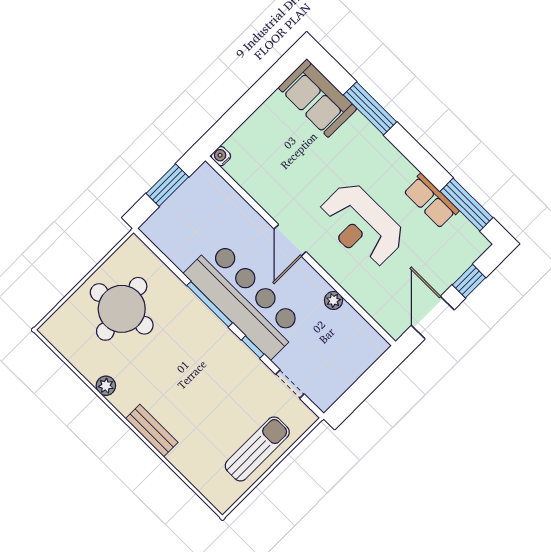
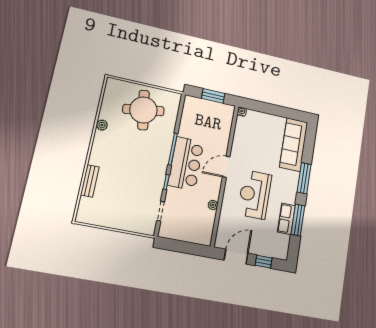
sofa: (317, 98) -> (294, 145), width x1.36
window: (370, 108) -> (304, 178), moved
window: (466, 205) -> (298, 220), moved
bar counter: (244, 299) -> (186, 164), width x0.73
bench: (152, 431) -> (90, 181), moved
sun lounger: (257, 449) -> (119, 217), removed

